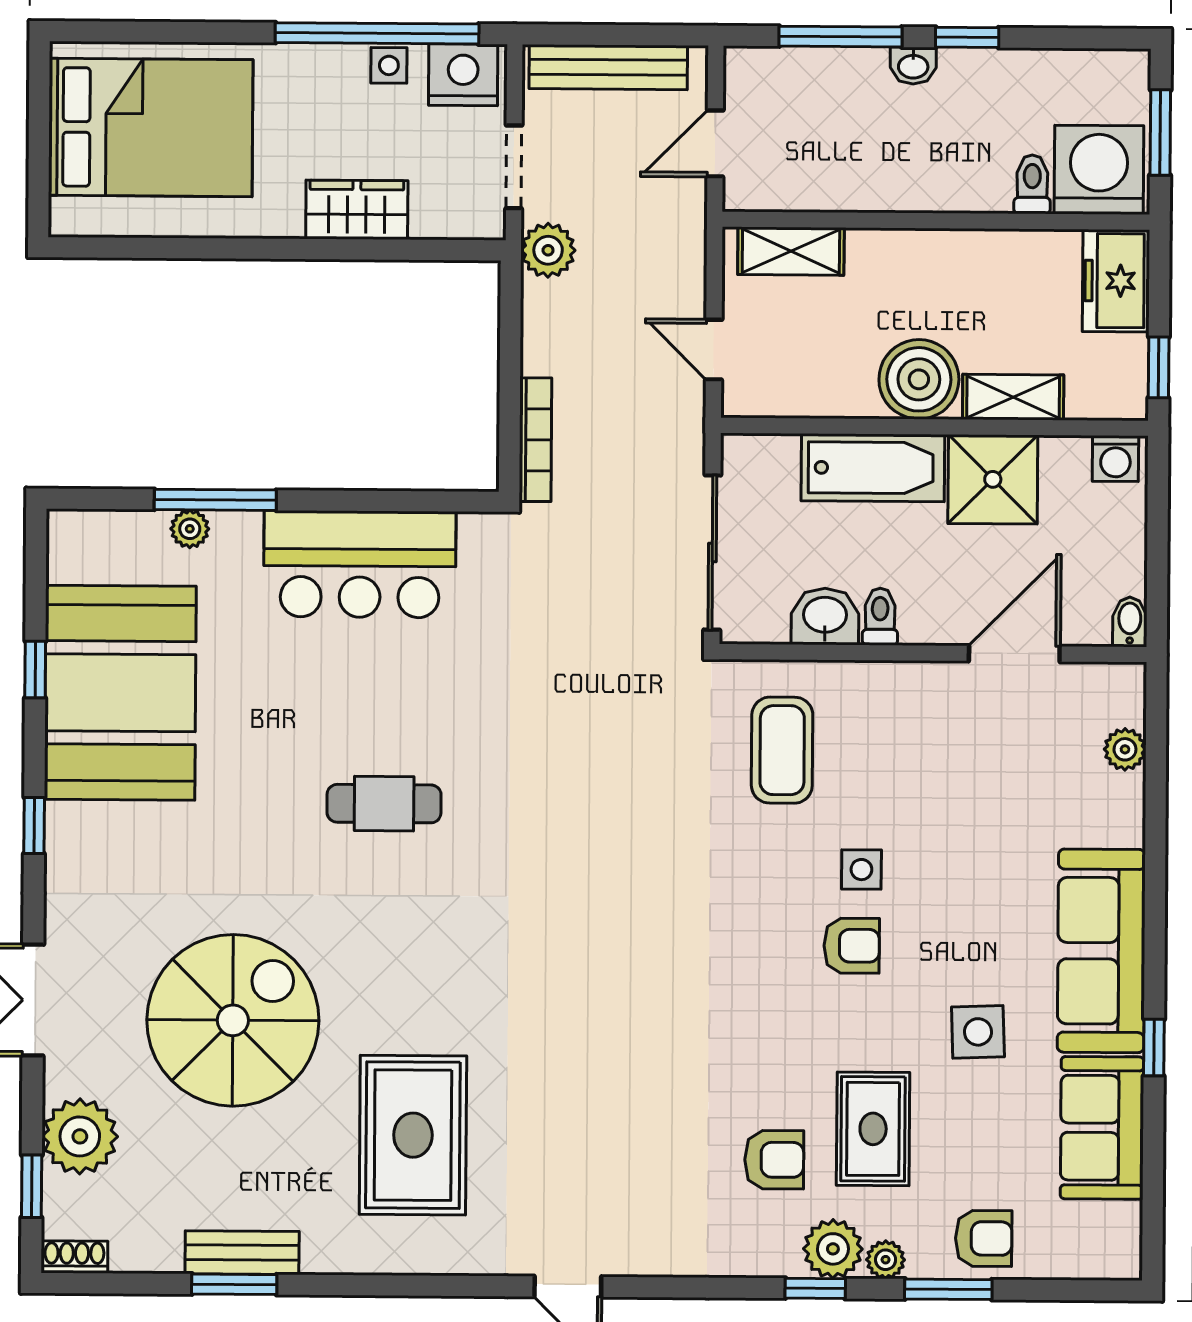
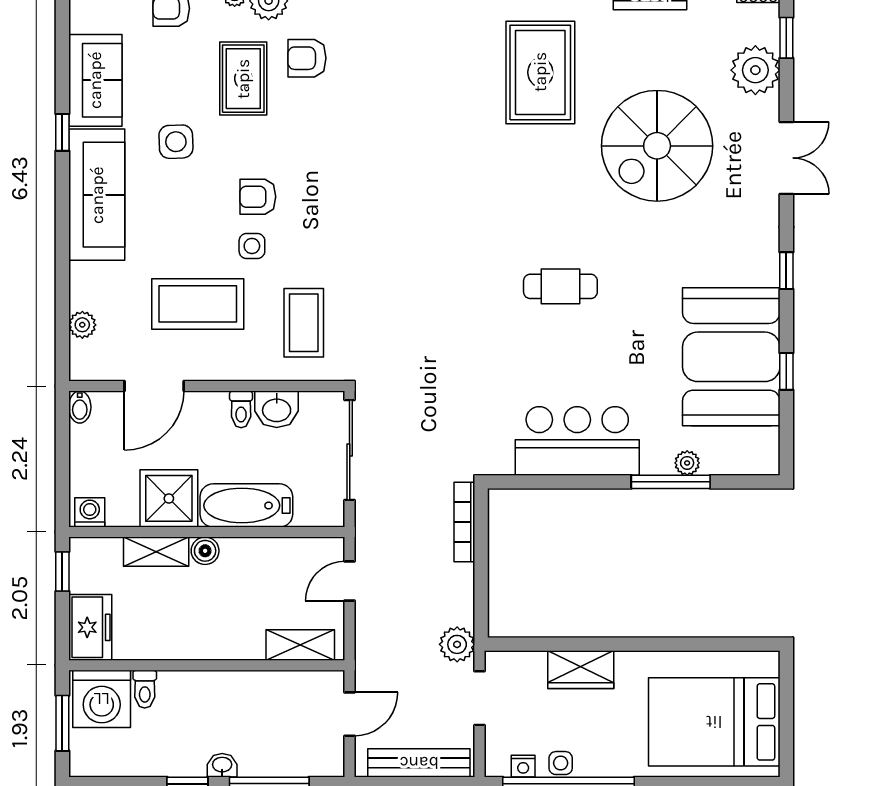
nightstand: (463, 75) -> (523, 766), width x0.53, depth x0.56
door: (714, 350) -> (350, 581), swing flipped
boiler: (919, 379) -> (205, 551), width x0.54, depth x0.54
coffee table: (946, 780) -> (198, 304), added

